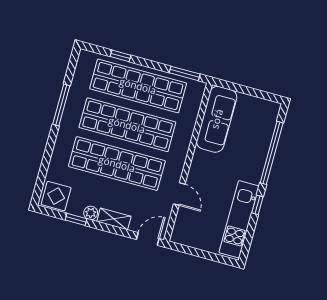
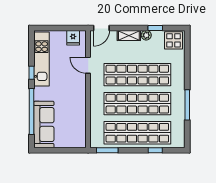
sofa: (217, 119) -> (44, 125), moved, turned 180
fridge: (189, 236) -> (73, 38), added

